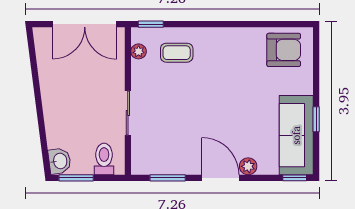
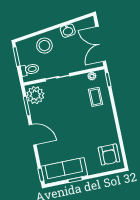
stool: (67, 124) -> (44, 46), added
washbasin: (60, 161) -> (68, 31), moved
plant: (248, 166) -> (35, 95), moved, width x1.88, depth x1.88
door: (220, 178) -> (33, 135), hinge flipped

